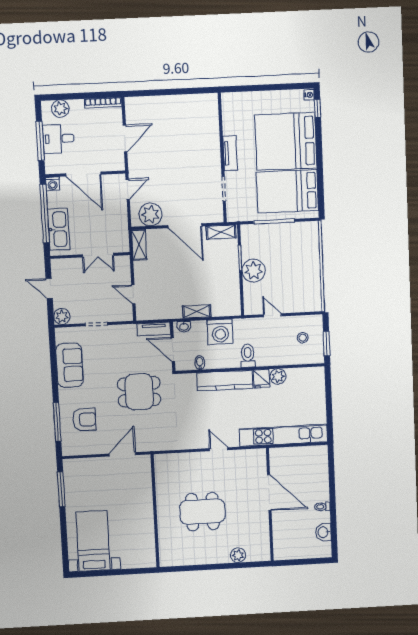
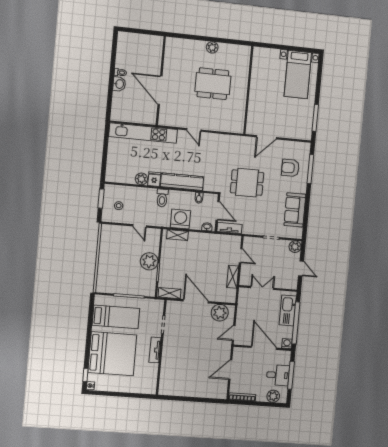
bed: (287, 191) -> (116, 317), width x0.67
shelving: (139, 245) -> (233, 277), moved
shelving: (197, 311) -> (177, 235), moved
washbasin: (323, 532) -> (119, 84), moved
plant: (238, 555) -> (212, 47), moved

